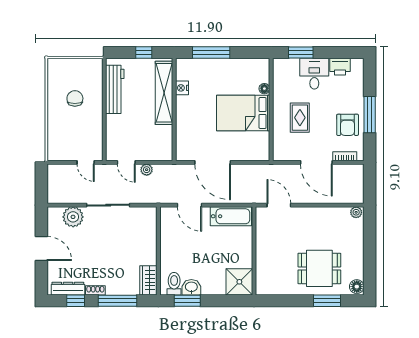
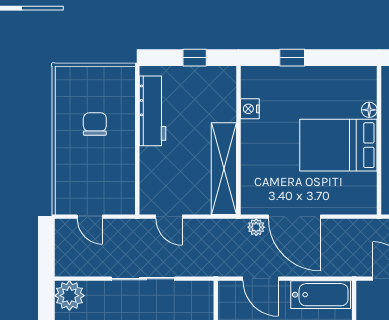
window: (211, 52) -> (292, 58), width x0.46
shelving: (164, 93) -> (224, 169), moved
door: (86, 162) -> (90, 217), moved
plant: (147, 170) -> (256, 227), moved
plant: (73, 217) -> (69, 296), moved

